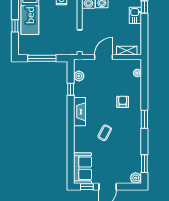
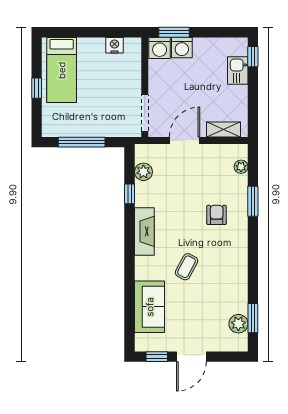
window: (144, 119) -> (253, 201), moved
sofa: (83, 168) -> (150, 307), moved
plant: (136, 178) -> (238, 324), moved

